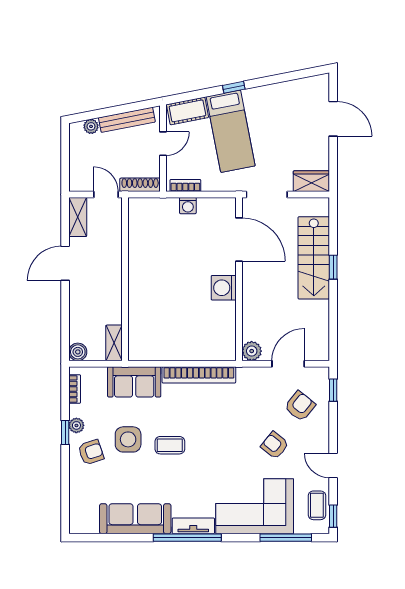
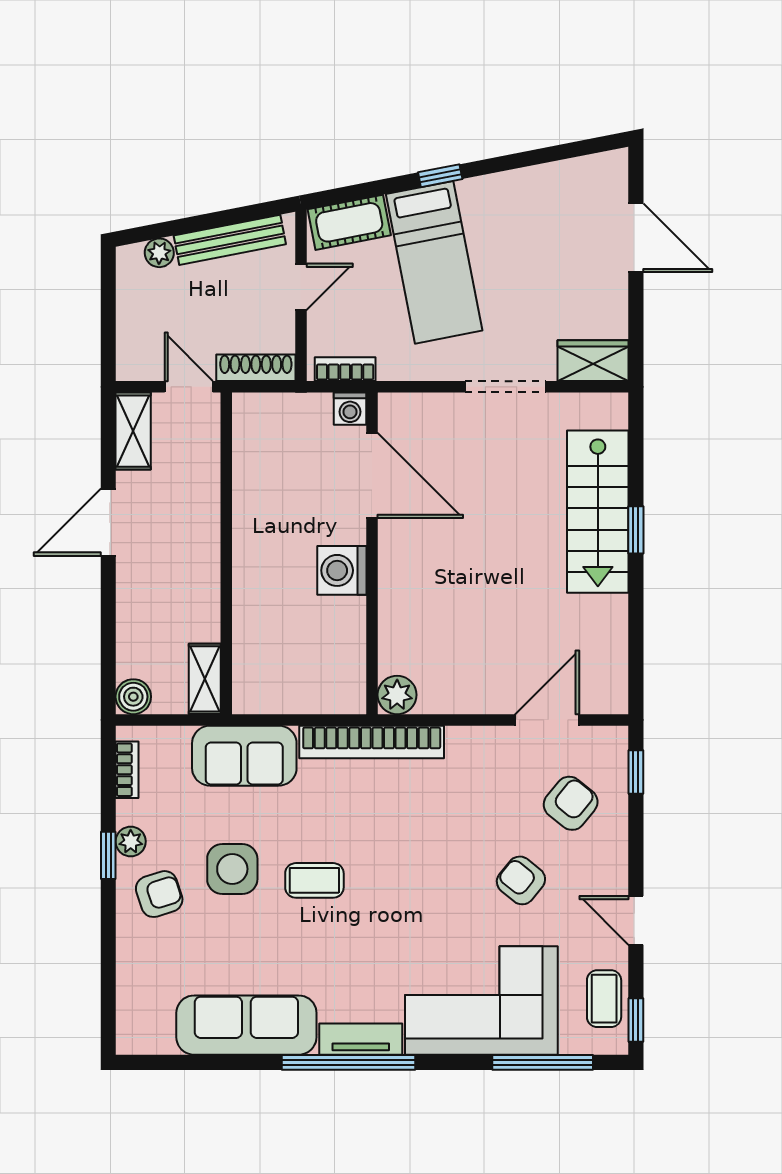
door: (239, 239) -> (372, 475), moved
wall: (239, 279) -> (372, 553), moved
washing machine: (224, 288) -> (342, 570), moved
plant: (252, 351) -> (397, 695), moved

